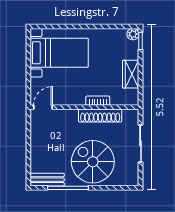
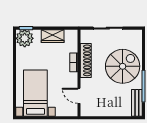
plant: (133, 34) -> (25, 38), width x1.88, depth x1.88
door: (43, 107) -> (79, 96), moved
spiral stairs: (93, 162) -> (123, 66), turned 180

